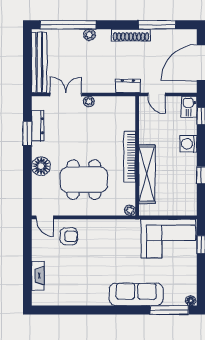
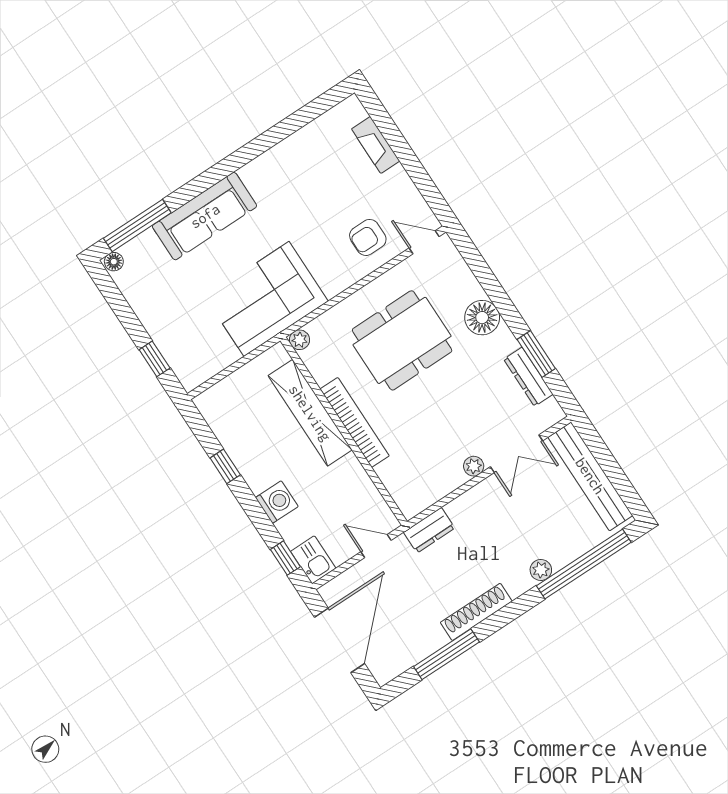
corner sofa: (168, 239) -> (267, 299), moved

